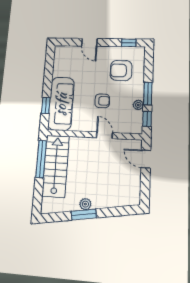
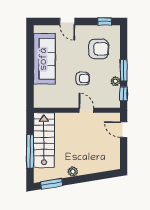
armchair: (121, 70) -> (99, 49), turned 180
sofa: (61, 104) -> (44, 59), moved
window: (46, 105) -> (30, 85), removed
window: (41, 159) -> (30, 151), moved
window: (84, 215) -> (52, 184), moved

